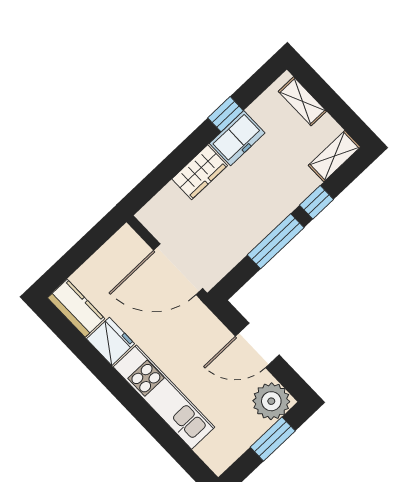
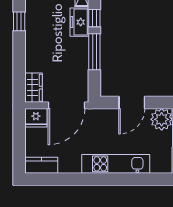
freezer: (237, 138) -> (79, 22), moved, turned 180
wardrobe: (200, 172) -> (34, 88), moved
fridge: (111, 341) -> (36, 118), moved, turned 180

